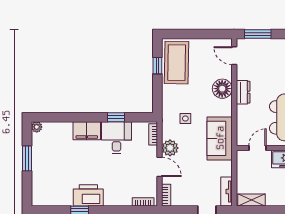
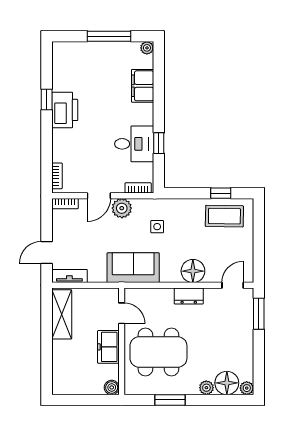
coffee table: (177, 63) -> (224, 216), width x0.73, depth x0.76
filing cabinet: (87, 131) -> (143, 86), moved
window: (27, 158) -> (109, 36), width x1.44
shelving: (251, 200) -> (62, 314), width x1.50, depth x1.33

